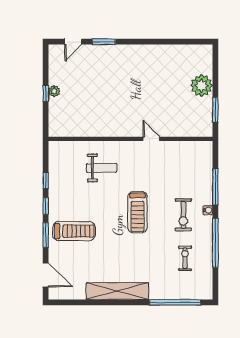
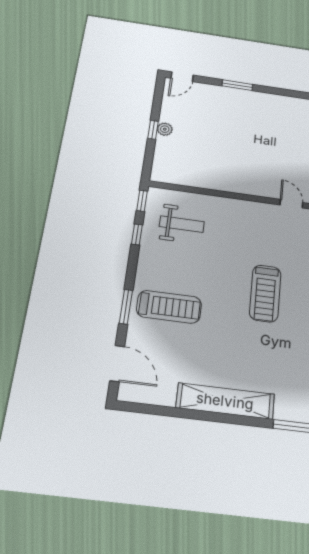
door: (73, 42) -> (182, 77), moved
weight bench: (102, 168) -> (182, 224), moved
window: (46, 206) -> (142, 201), moved

